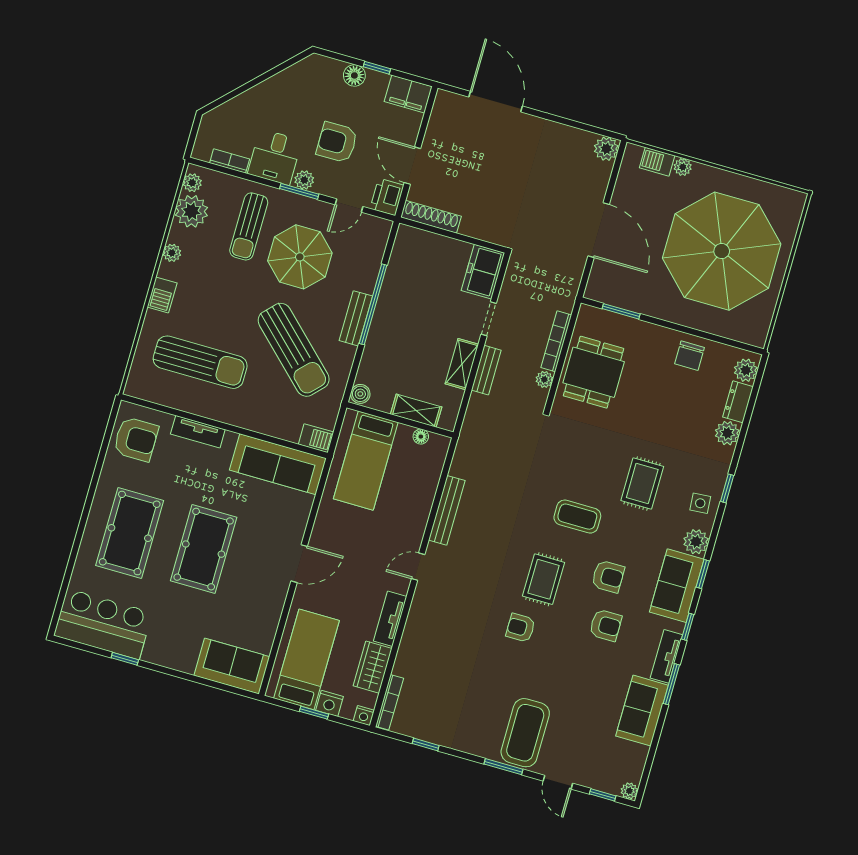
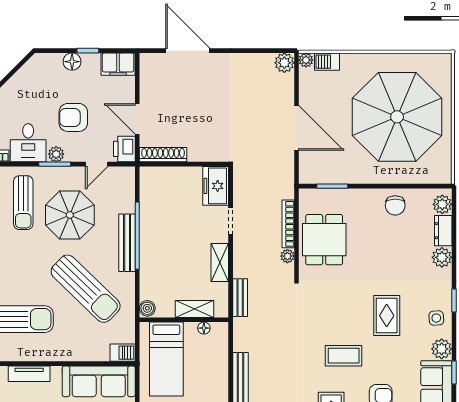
plant: (683, 167) -> (306, 60), moved
bench: (356, 318) -> (127, 243), width x1.36
bench: (486, 370) -> (240, 298), moved

